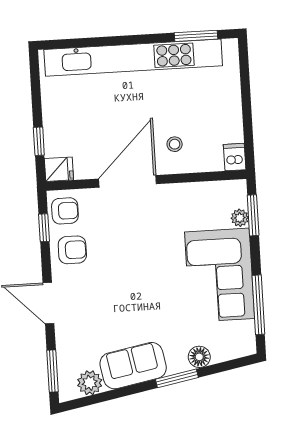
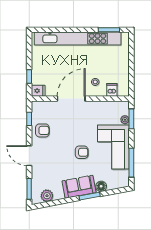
dishwasher: (235, 157) -> (112, 90), moved
armchair: (65, 211) -> (82, 152), moved
sofa: (133, 366) -> (79, 187), moved

